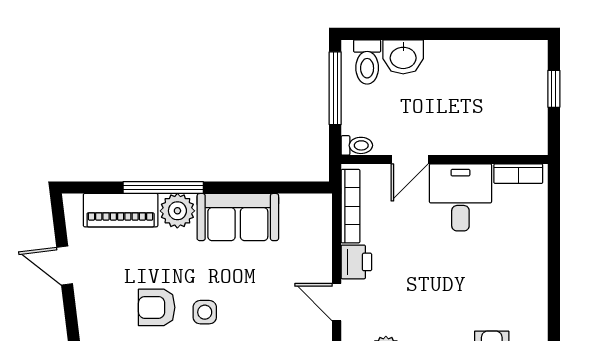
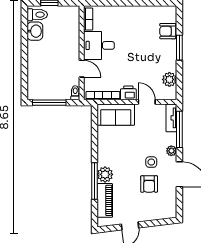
washbasin: (403, 57) -> (35, 31), moved
toilet: (367, 62) -> (37, 15), moved
sofa: (238, 217) -> (116, 115), moved, turned 90
door: (337, 302) -> (147, 102), swing flipped

